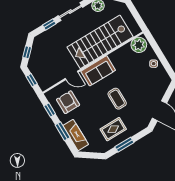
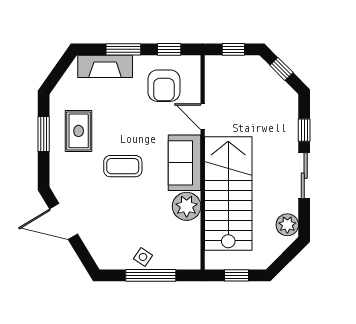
window: (136, 15) -> (236, 275), added
plant: (139, 45) -> (187, 206), moved
window: (160, 55) -> (151, 275), added
door: (72, 75) -> (203, 117), hinge flipped
armchair: (68, 102) -> (164, 86), turned 90

